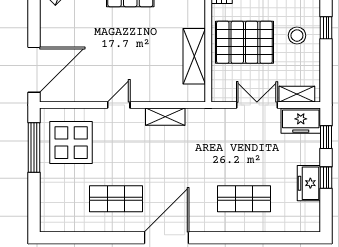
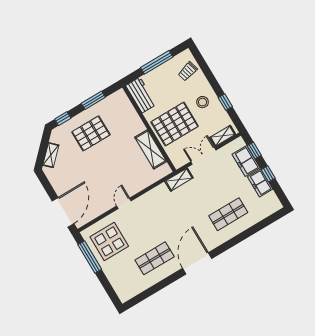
window: (326, 28) -> (225, 102), moved
shelving: (165, 117) -> (179, 180), moved
freezer: (301, 121) -> (246, 161), moved, turned 90

